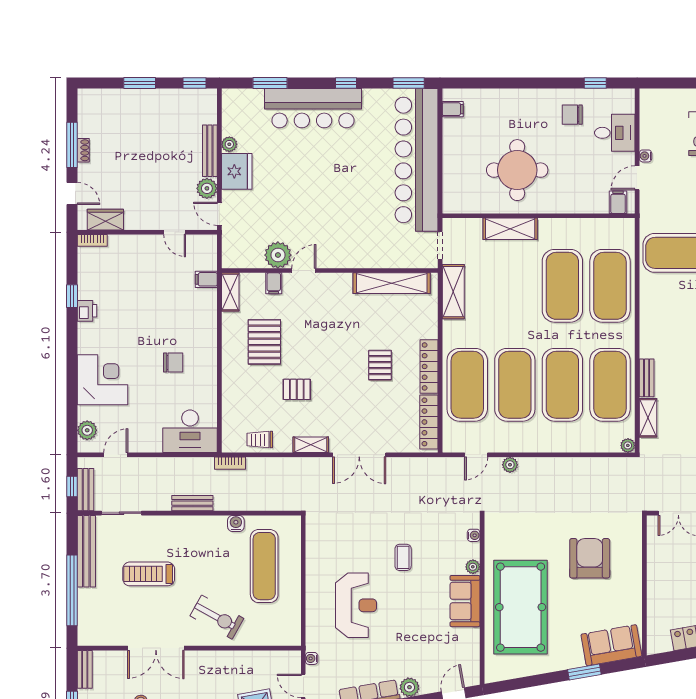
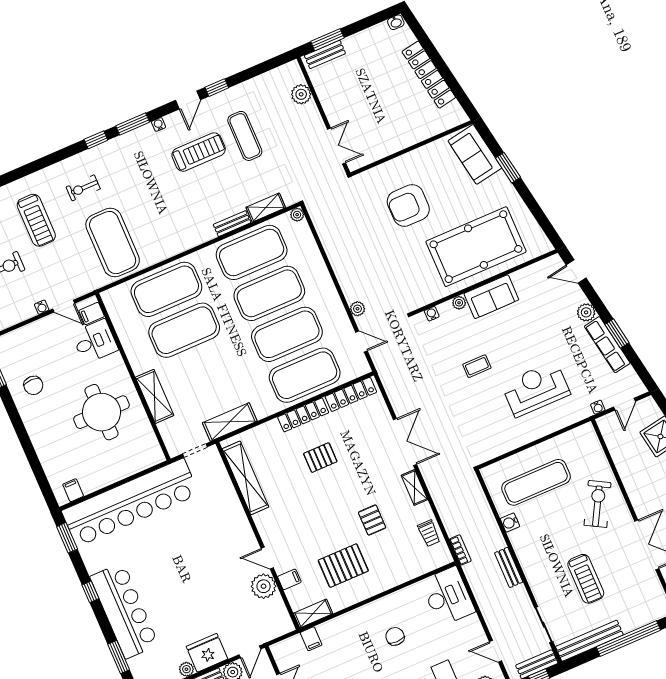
desk: (615, 133) -> (95, 341), moved, turned 90

